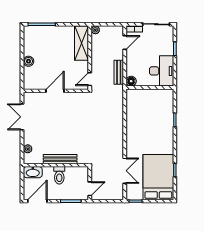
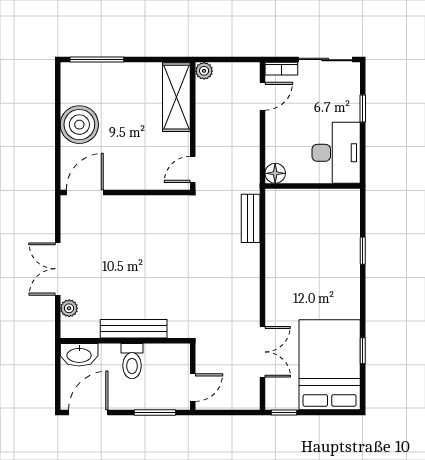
boiler: (28, 61) -> (79, 125), width x1.86, depth x1.86
bench: (119, 72) -> (251, 218), moved
door: (55, 91) -> (85, 192), moved
double door: (22, 117) -> (58, 269), moved

